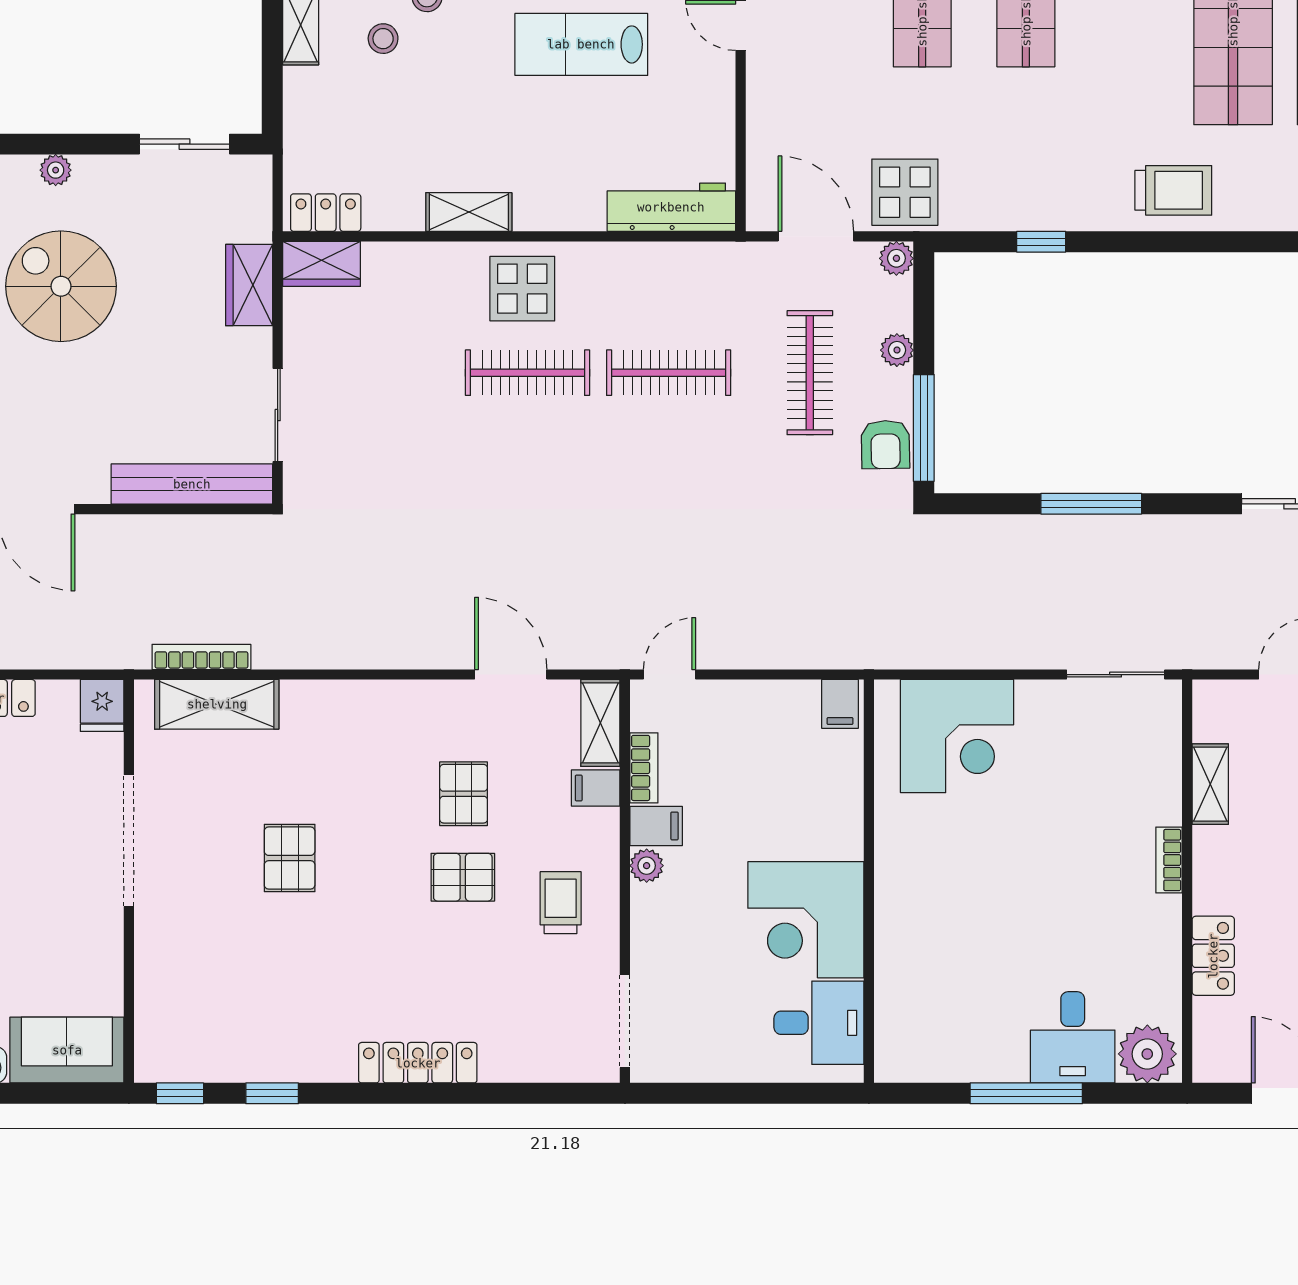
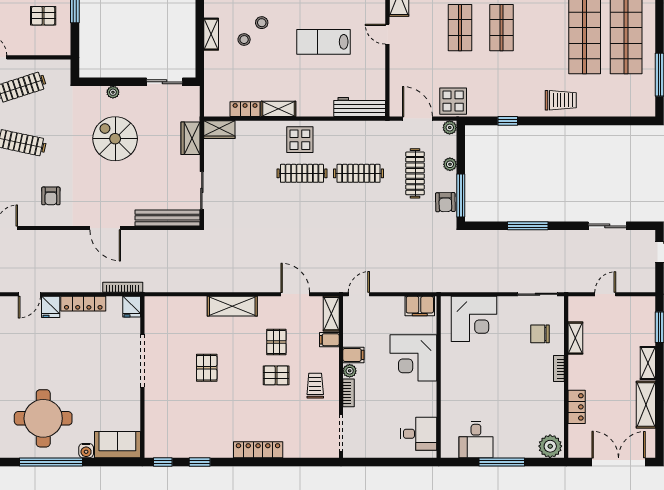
locker: (326, 213) -> (245, 109), moved
bookcase: (201, 657) -> (123, 287), moved
shelving: (217, 704) -> (232, 306), moved
filing cabinet: (840, 704) -> (420, 306), width x2.00
bookcase: (644, 768) -> (349, 393), moved
chair: (1122, 773) -> (540, 334), added
corner desk: (806, 920) -> (413, 358), moved
desk: (1073, 1037) -> (476, 440), moved

